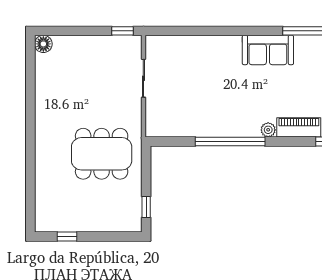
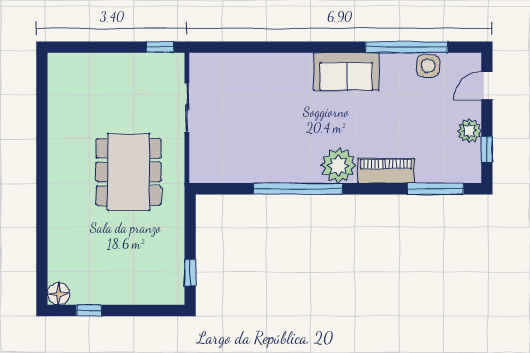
floor lamp: (43, 44) -> (59, 294), moved
plant: (268, 130) -> (338, 166), width x1.88, depth x1.88
dining table: (102, 154) -> (129, 172), moved, turned 90

